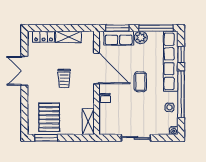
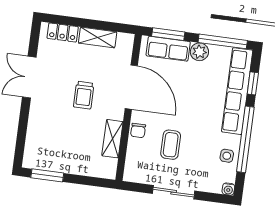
coffee table: (140, 82) -> (171, 145), moved
pallet: (49, 117) -> (55, 147), removed
shelving: (88, 122) -> (112, 139), moved

